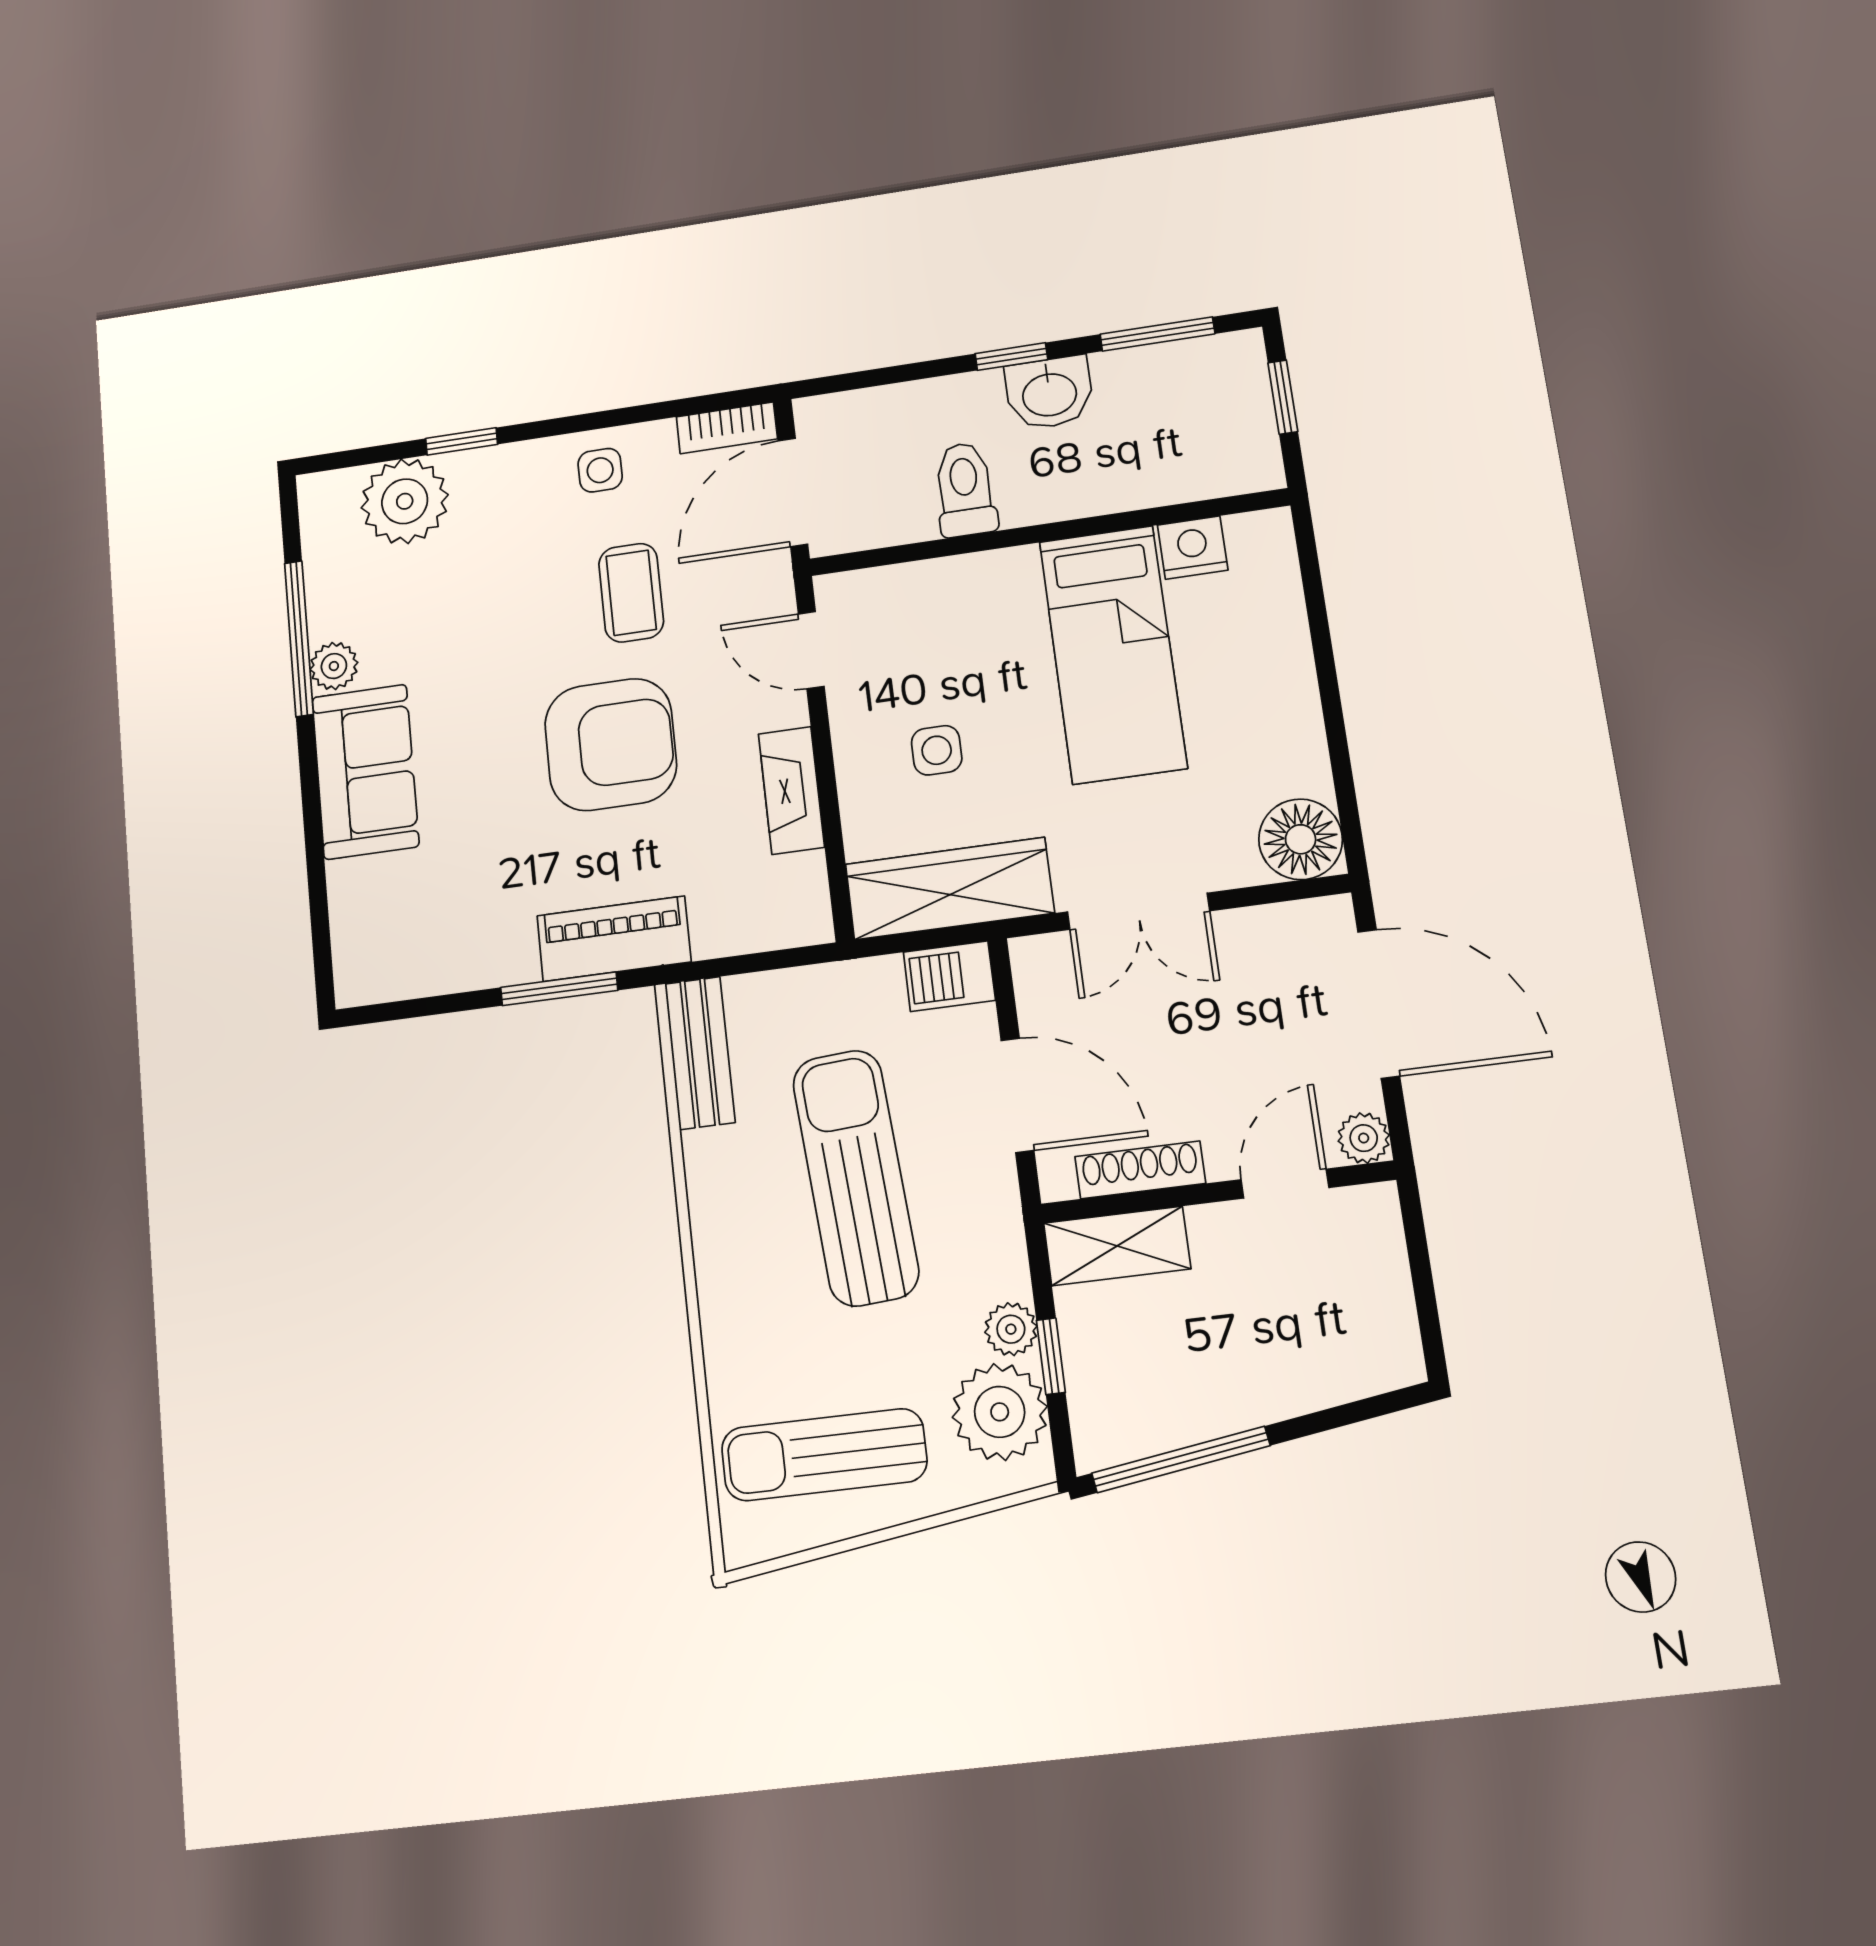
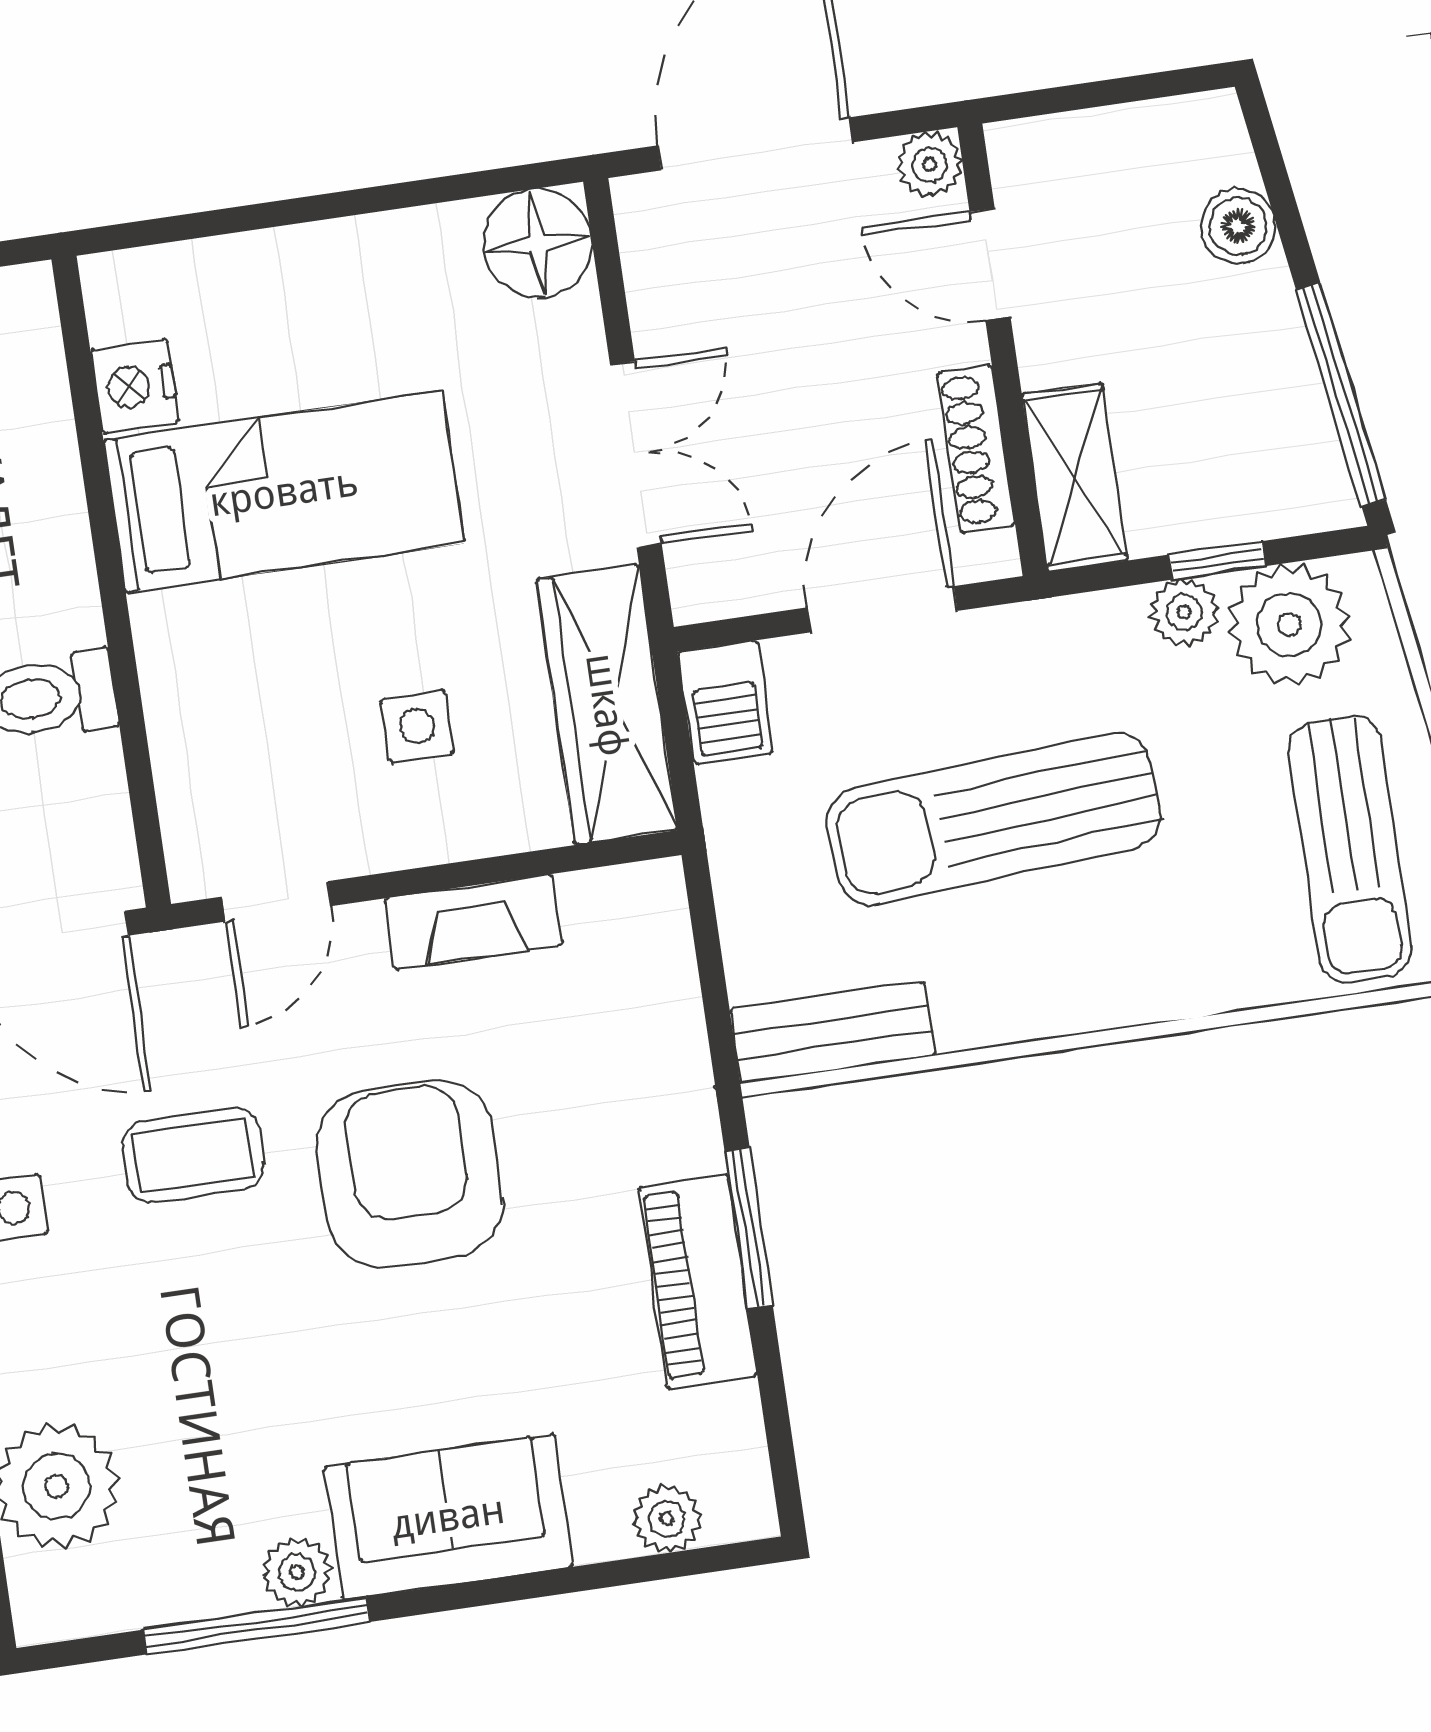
plant: (354, 927) -> (667, 1519), added
piano: (614, 939) -> (698, 1282), moved
boiler: (1316, 1381) -> (1238, 226), added

